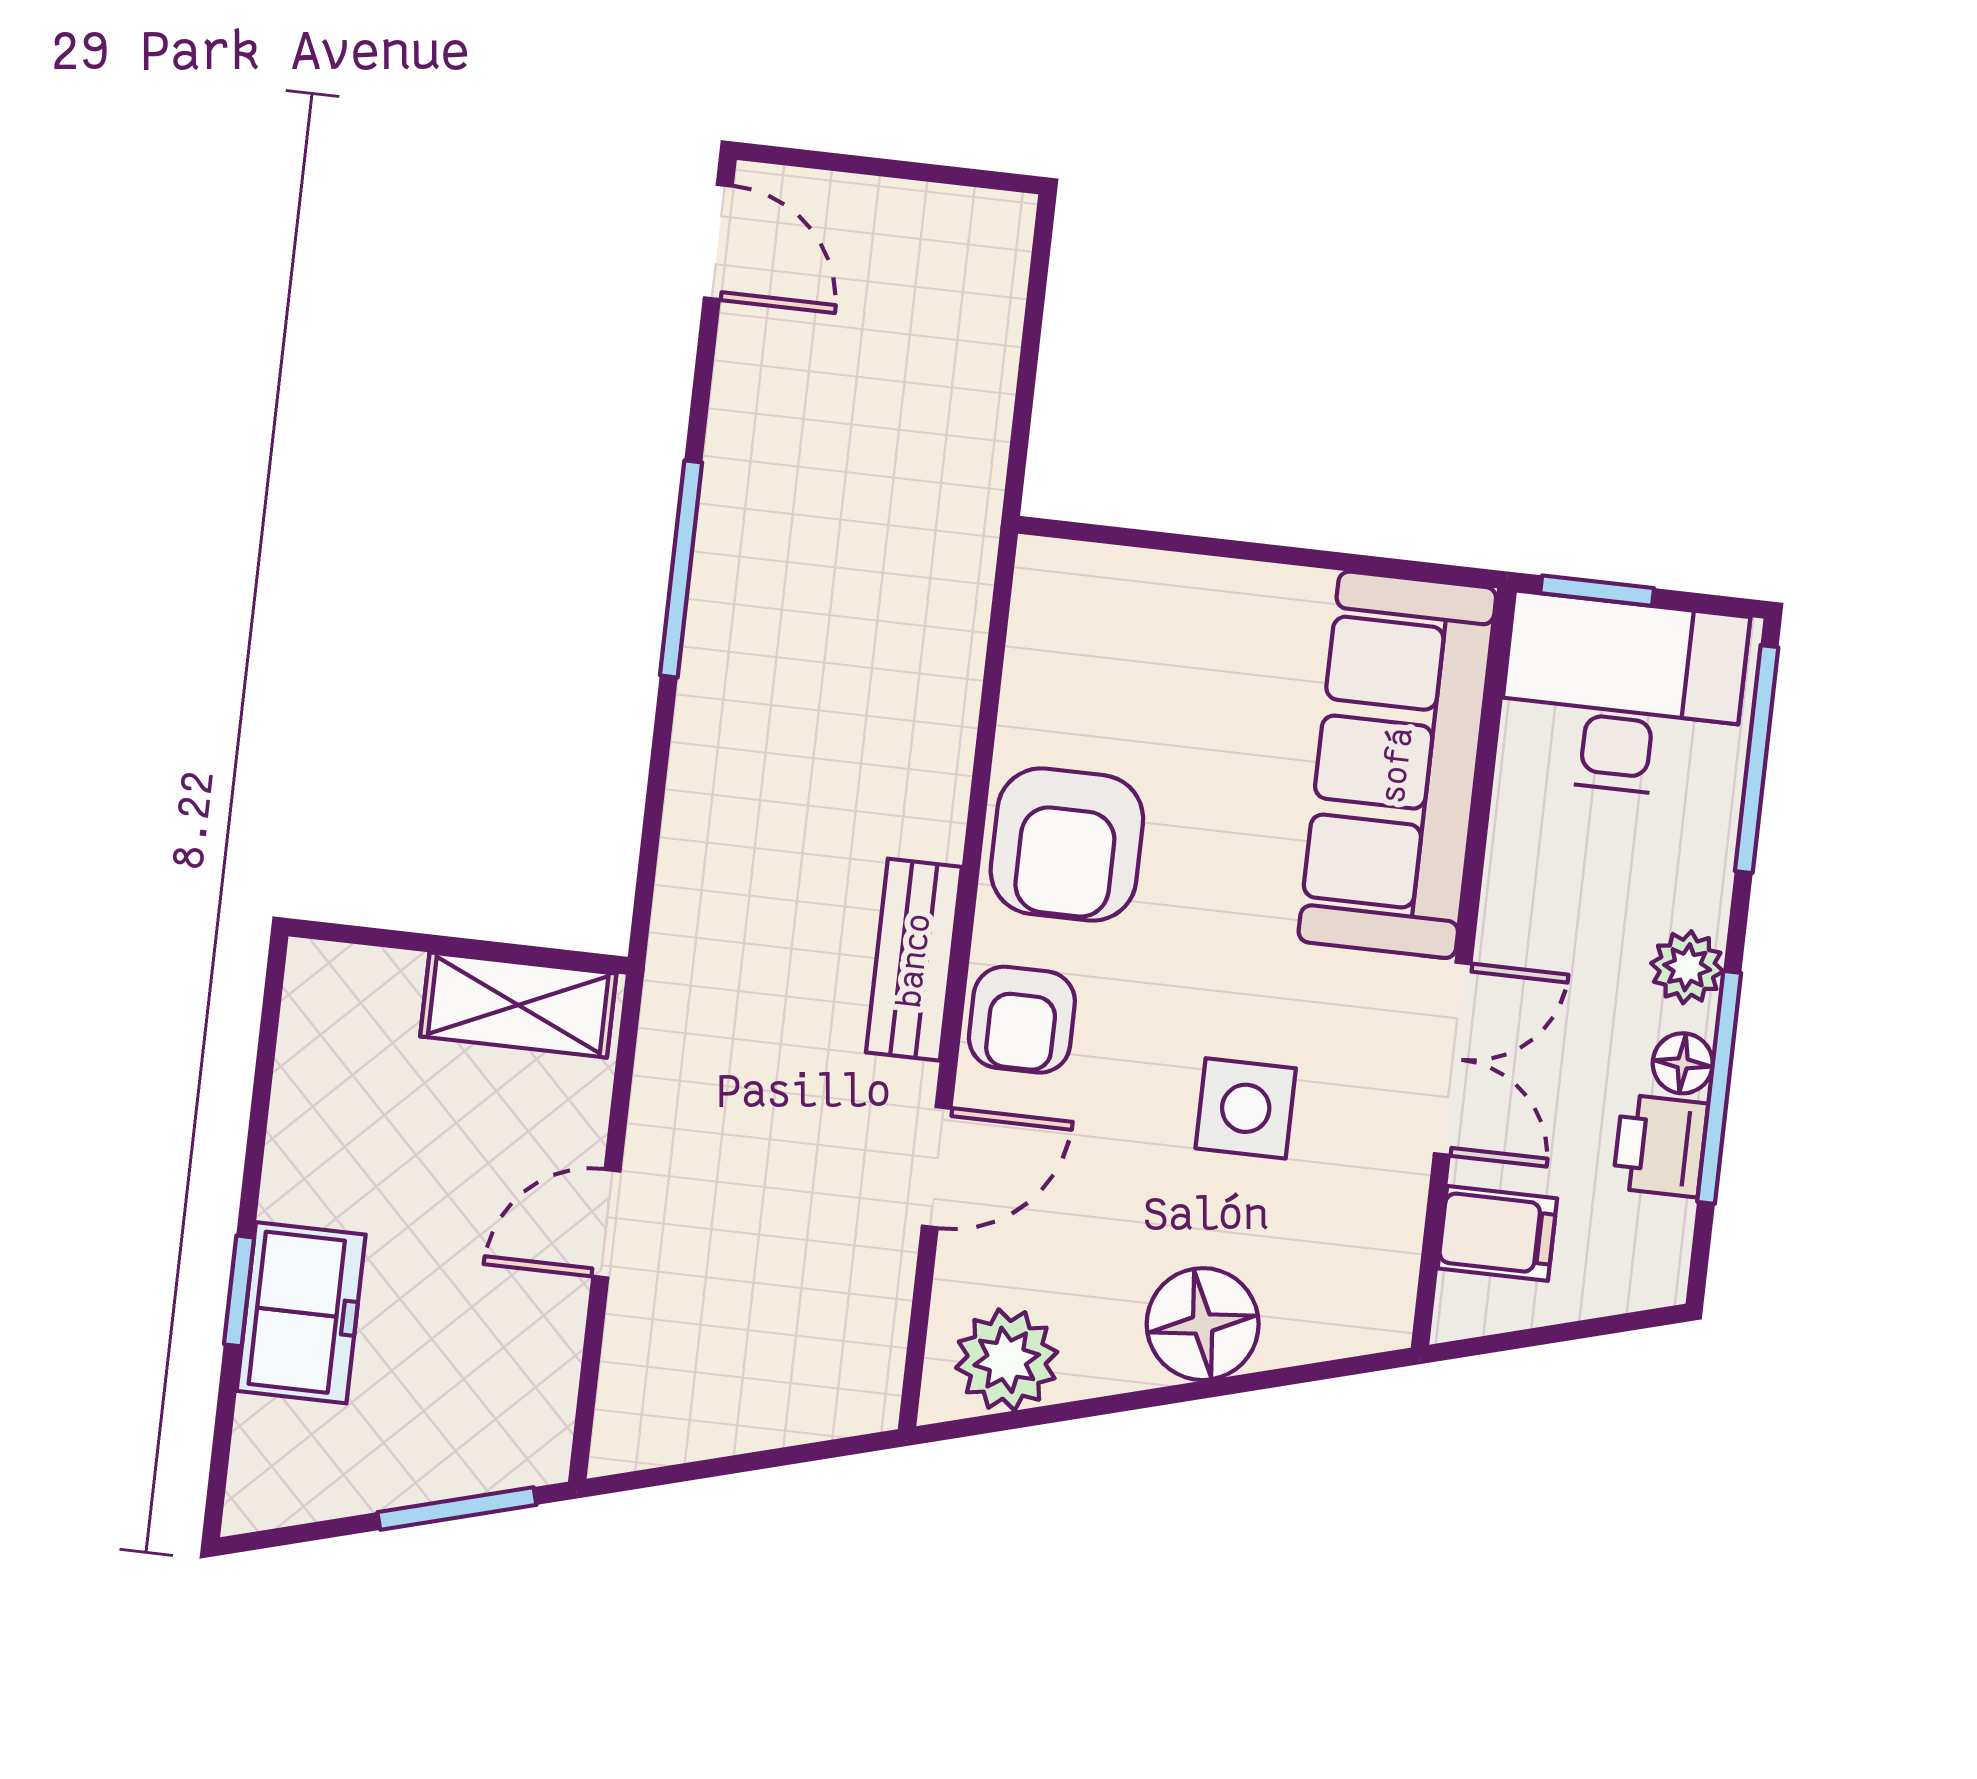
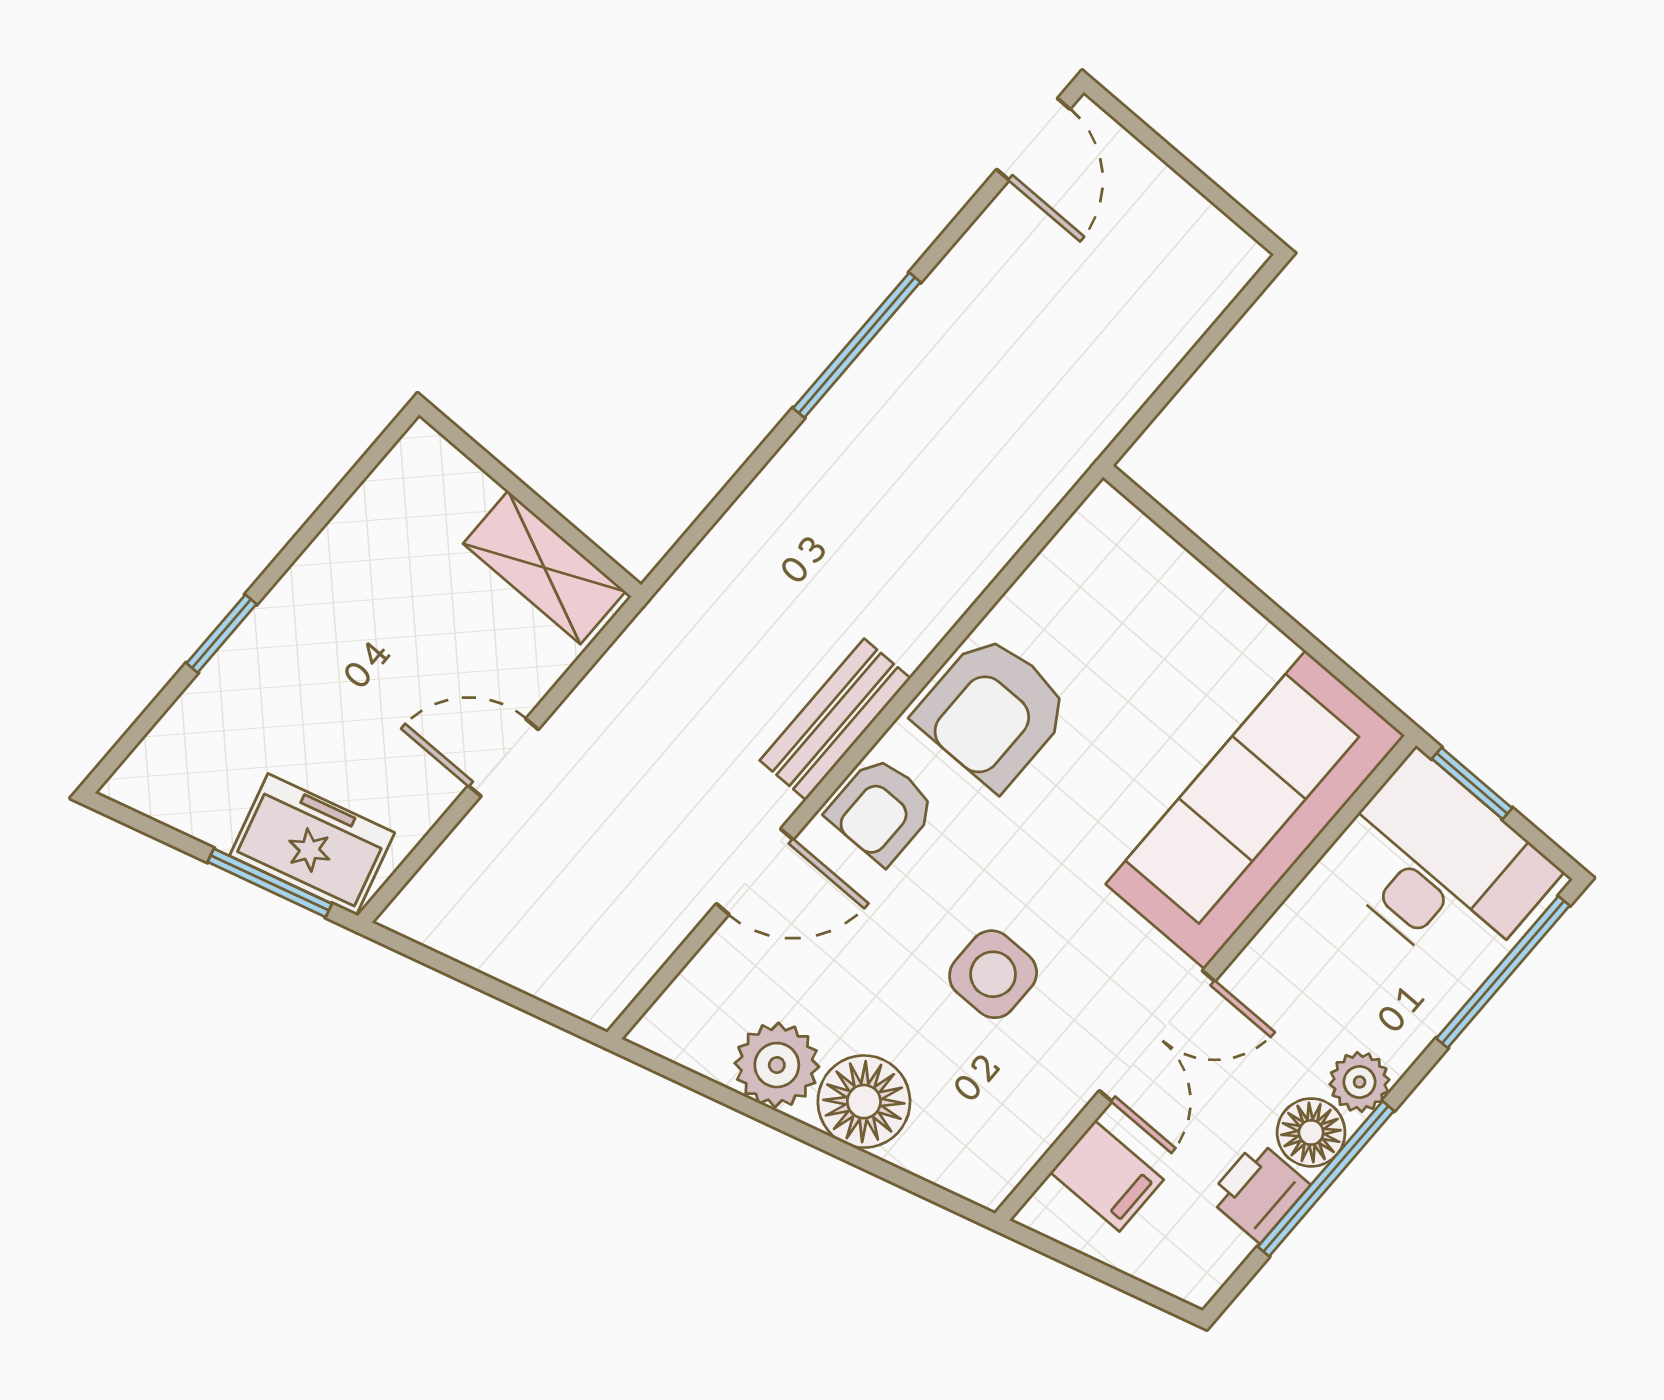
floor lamp: (1683, 1063) -> (1311, 1132), width x1.37, depth x1.37
freezer: (301, 1313) -> (312, 844), moved, turned -106
plant: (1007, 1360) -> (777, 1065), moved

